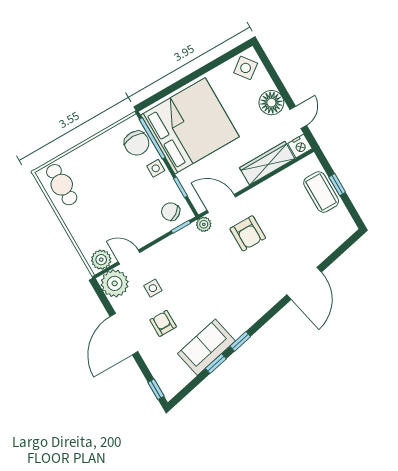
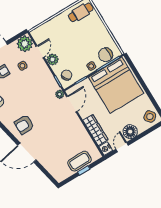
door: (298, 117) -> (122, 147), swing flipped
armchair: (248, 233) -> (24, 125), moved
plant: (101, 260) -> (53, 59), moved

